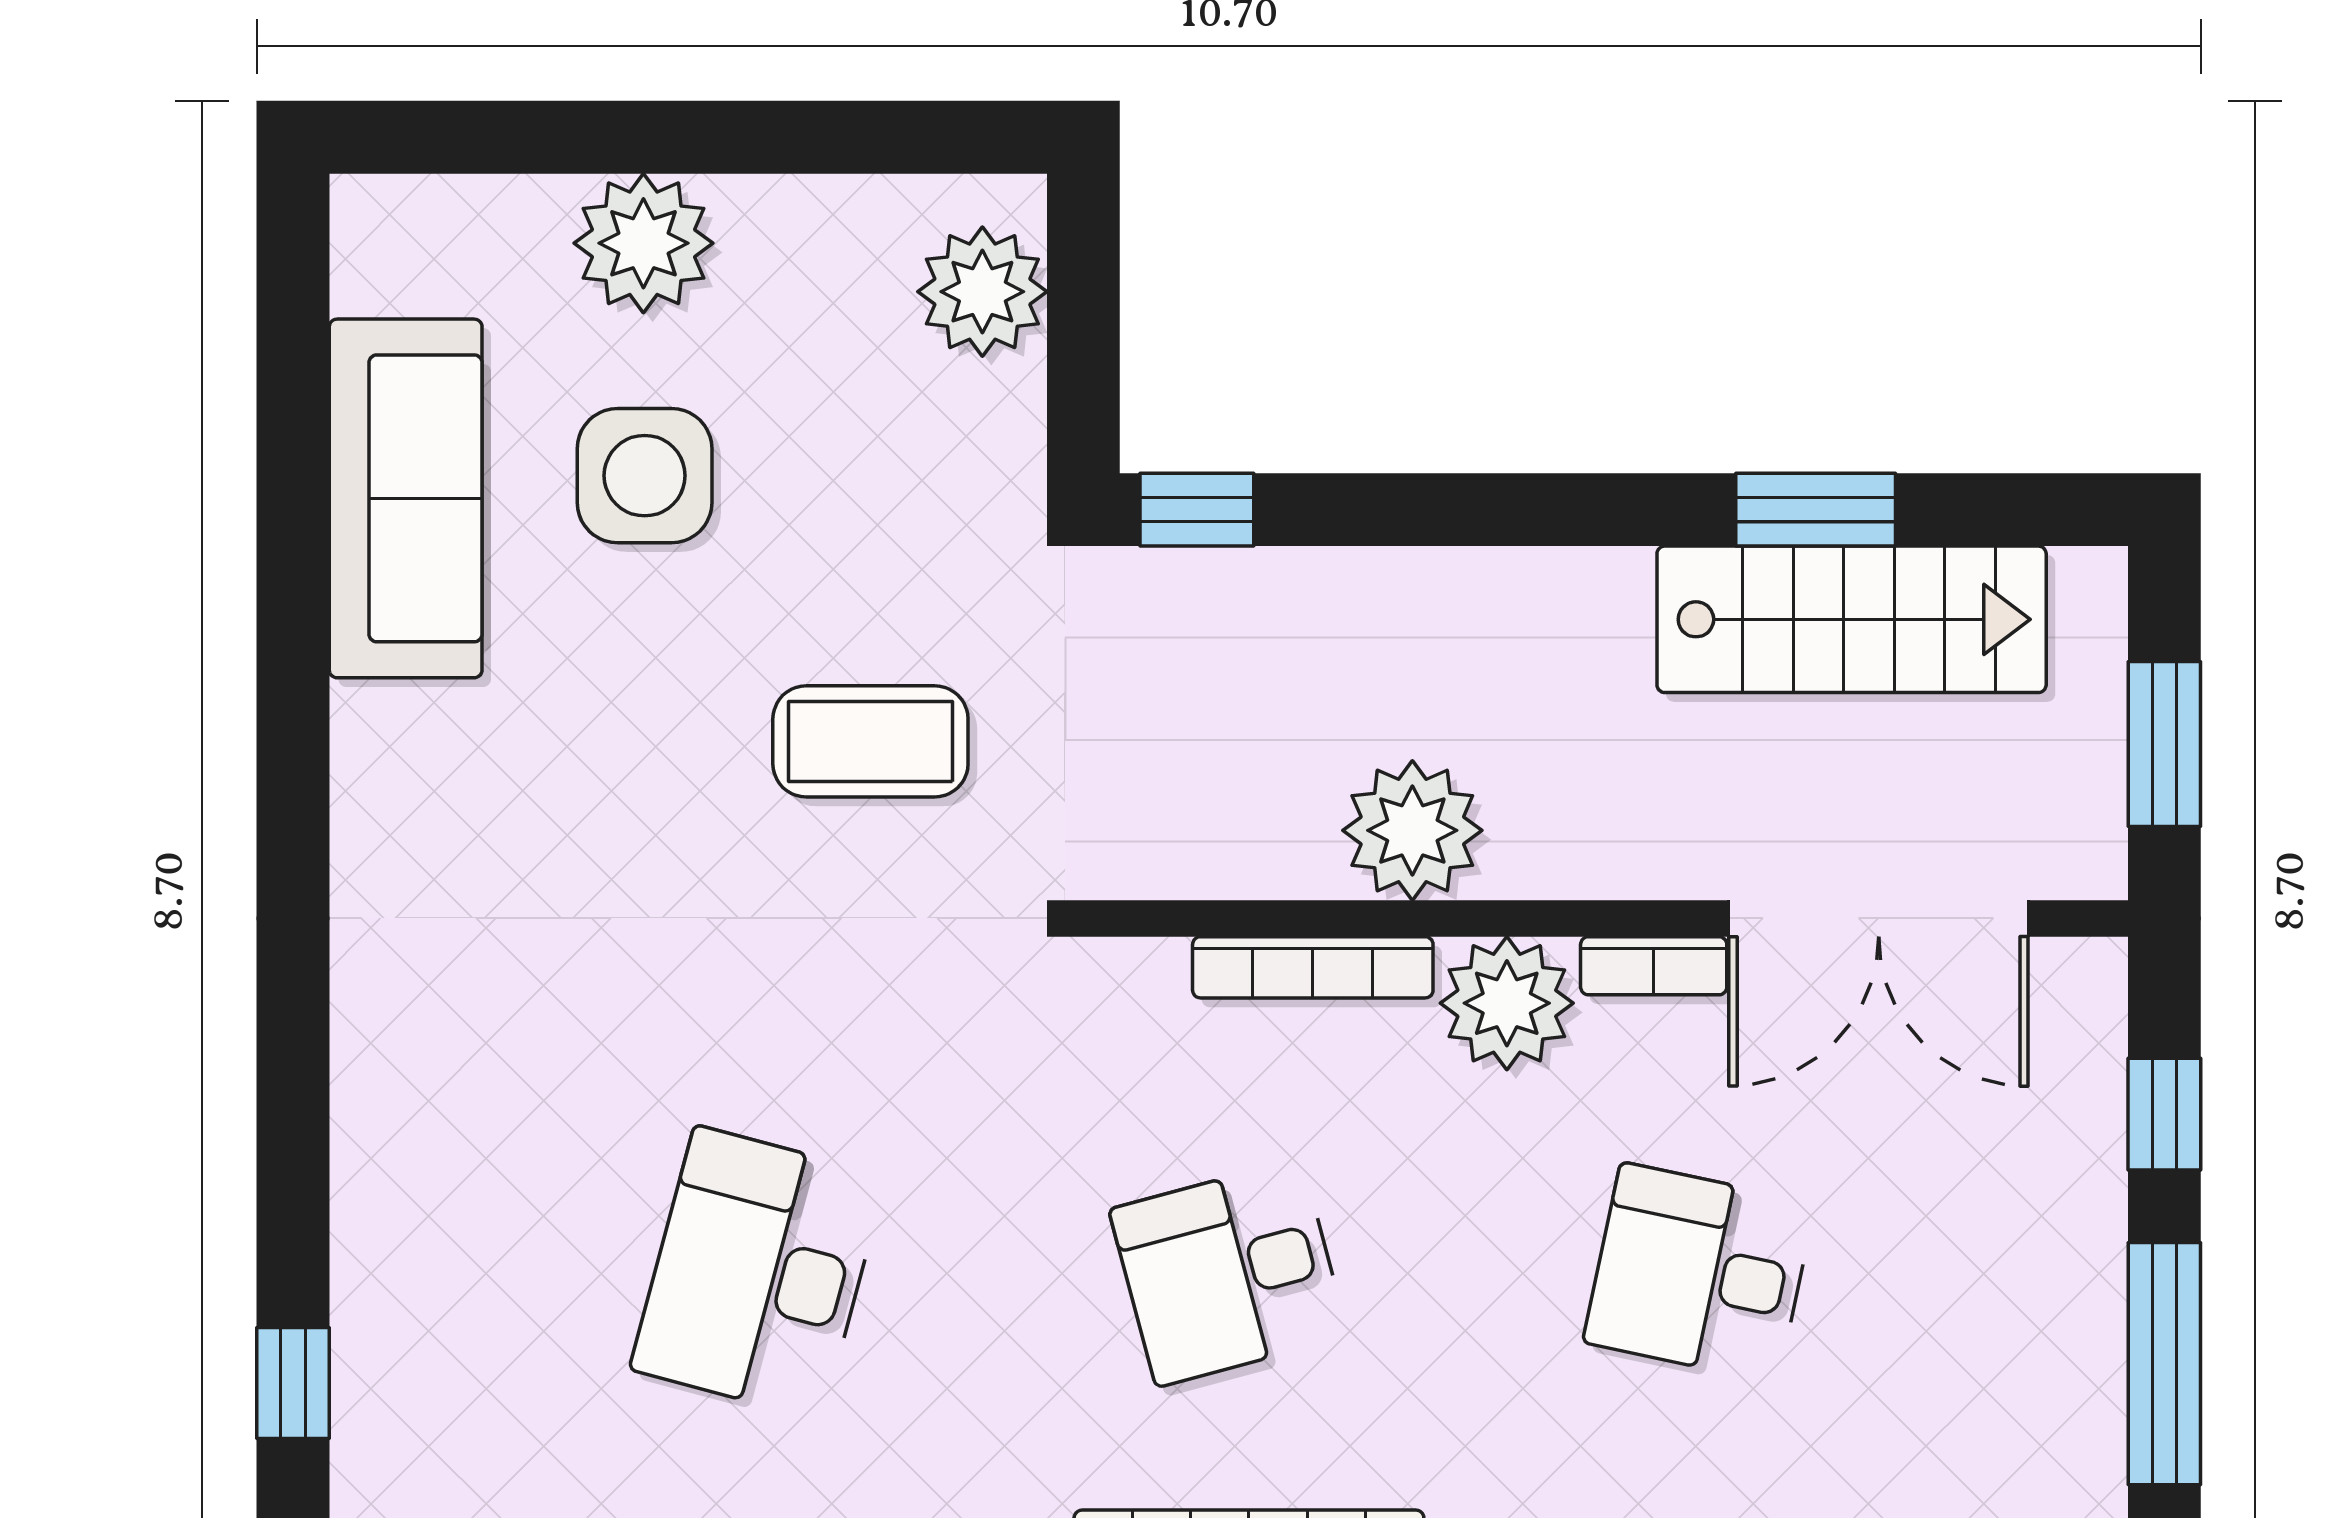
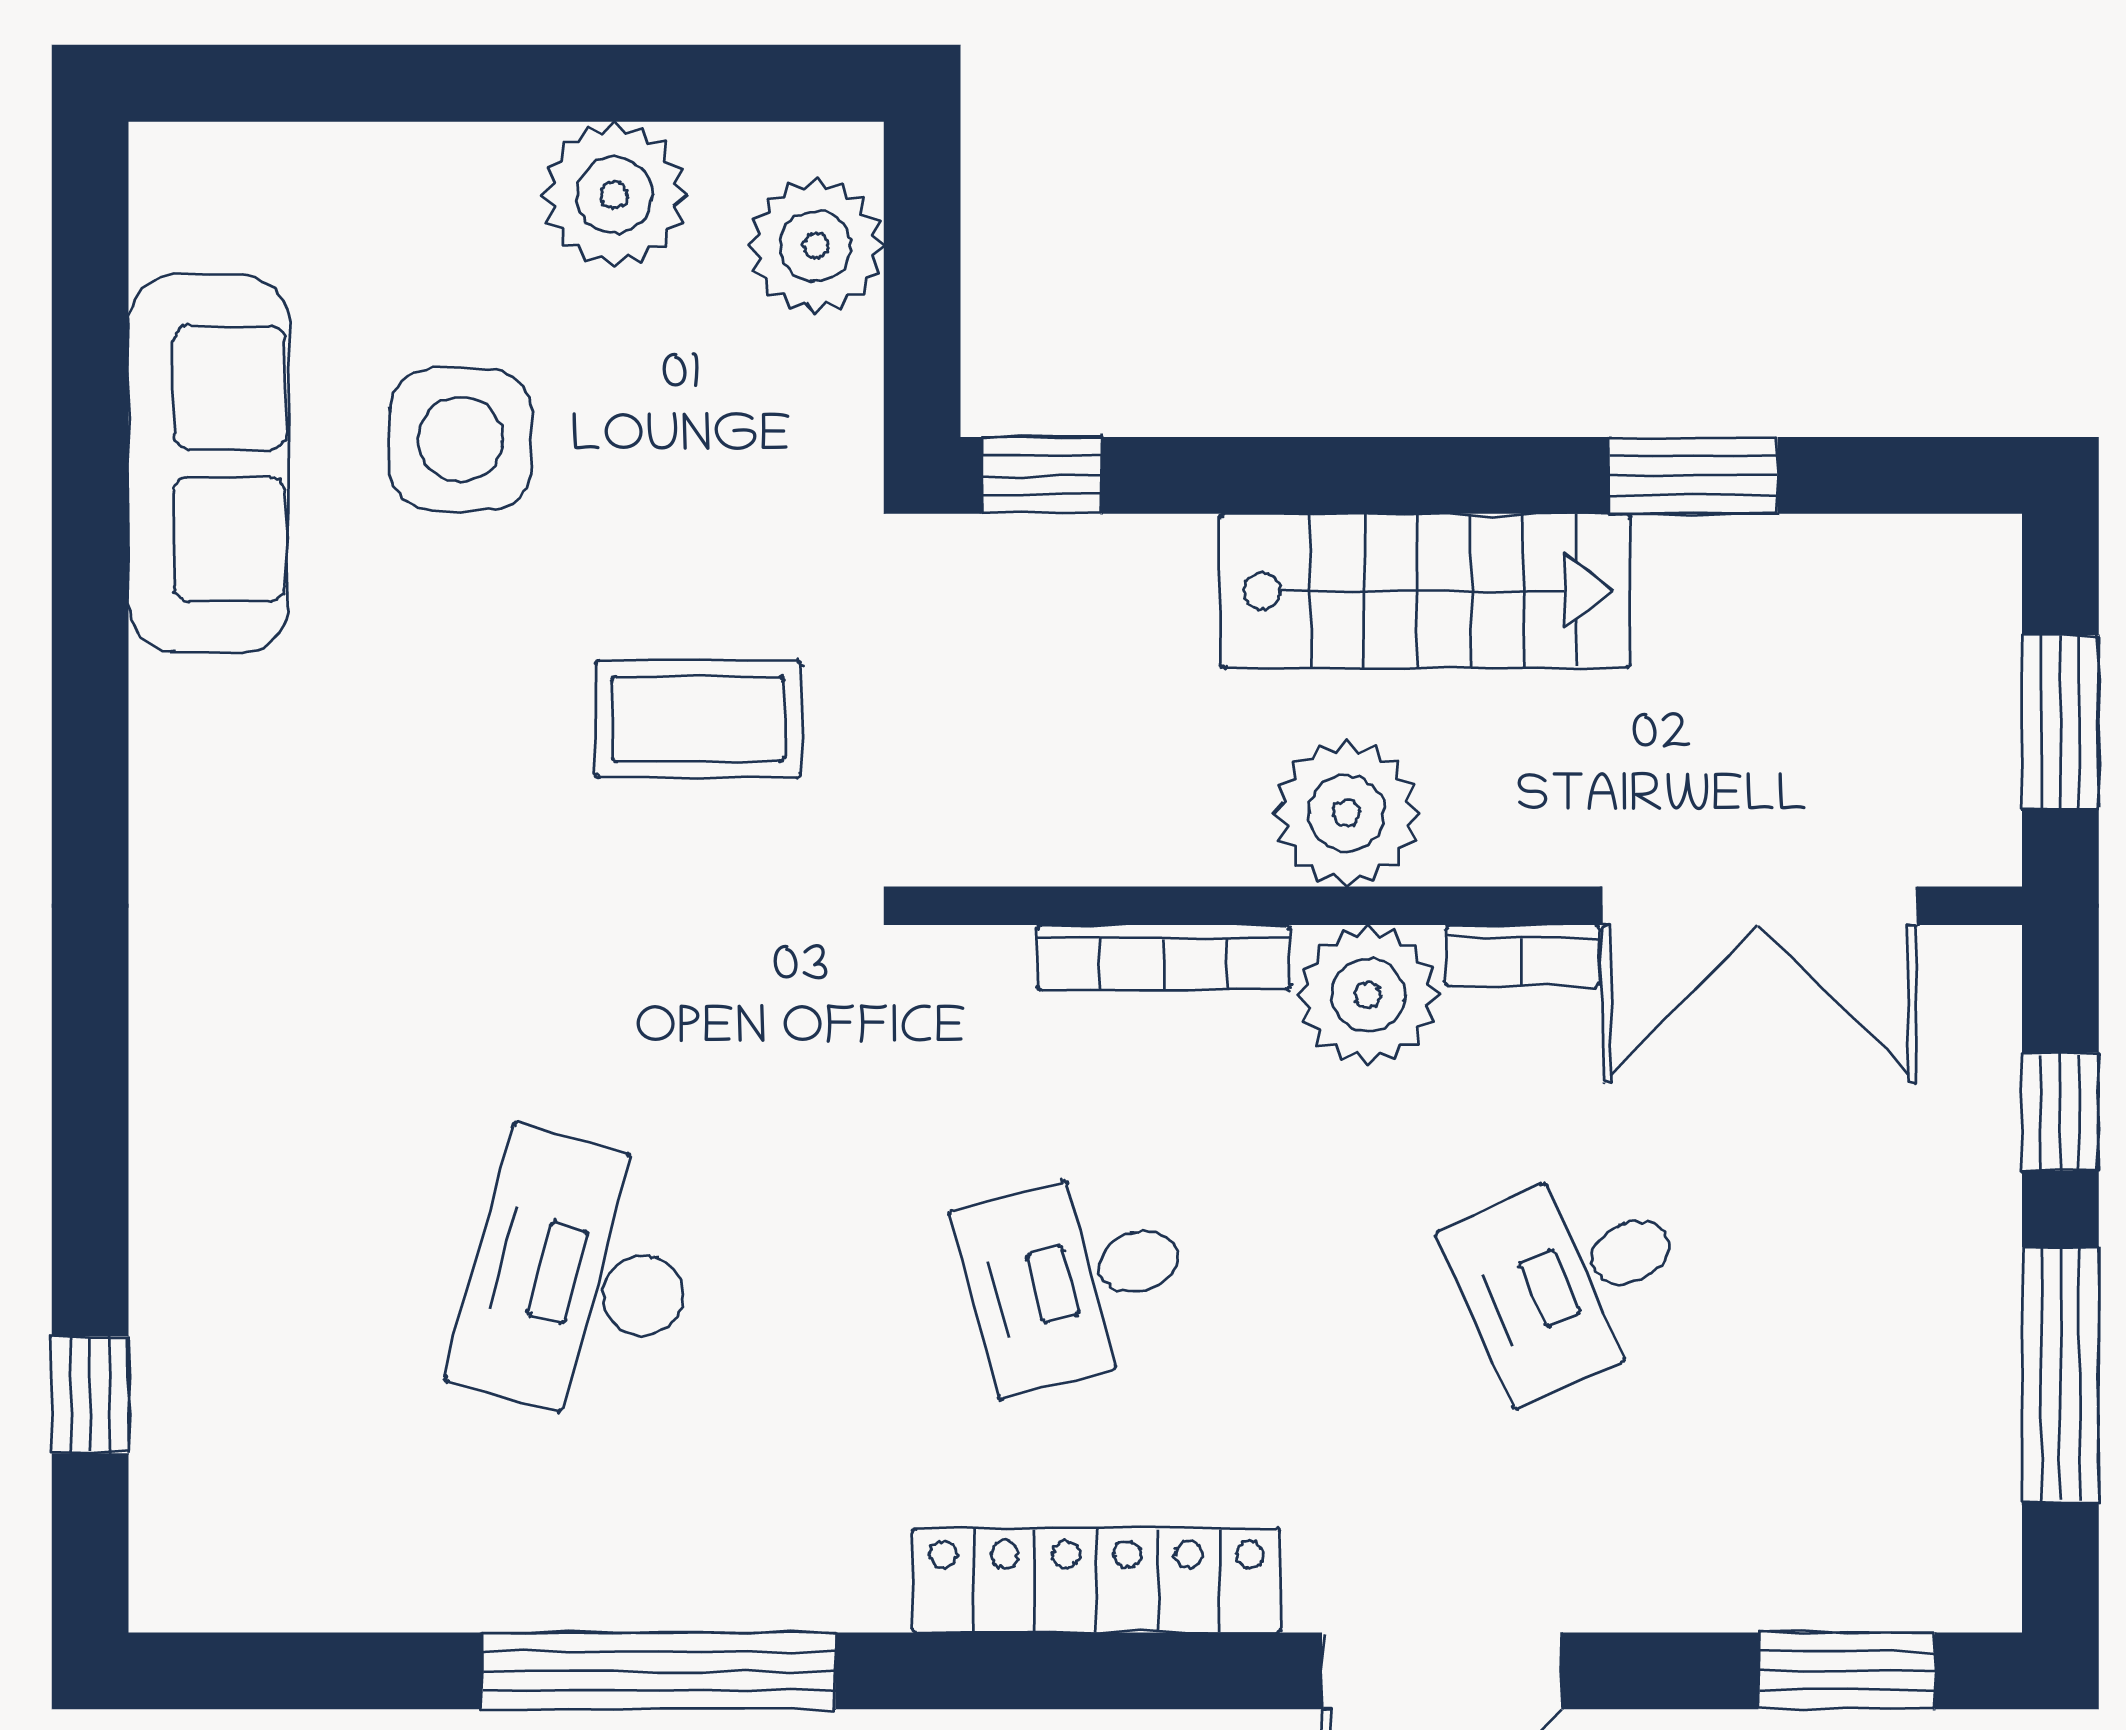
plant: (643, 243) -> (614, 195), moved
stairs: (1852, 619) -> (1425, 591), moved
plant: (1412, 830) -> (1346, 813), moved
desk: (1699, 1273) -> (1571, 1279), turned -36

